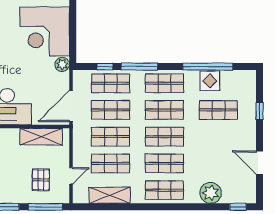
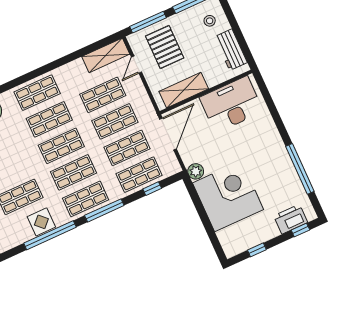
window: (139, 67) -> (104, 210), moved
pallet: (41, 180) -> (165, 47), width x1.50, depth x1.42
shelving: (110, 195) -> (106, 55), moved

